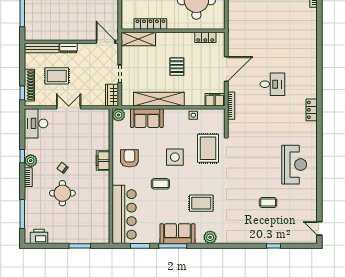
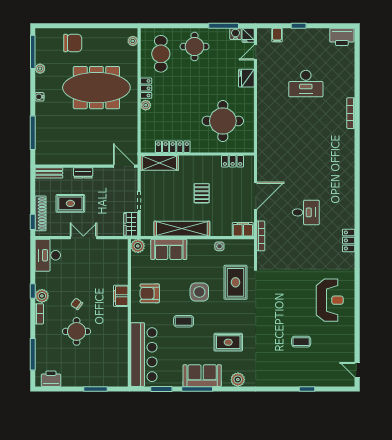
bench: (42, 48) -> (49, 173), width x0.73
armchair: (129, 158) -> (150, 293), turned -90

